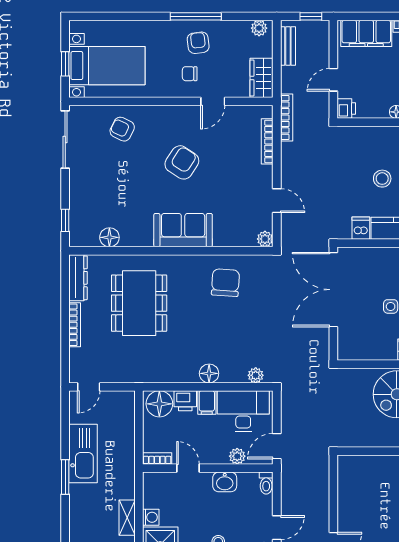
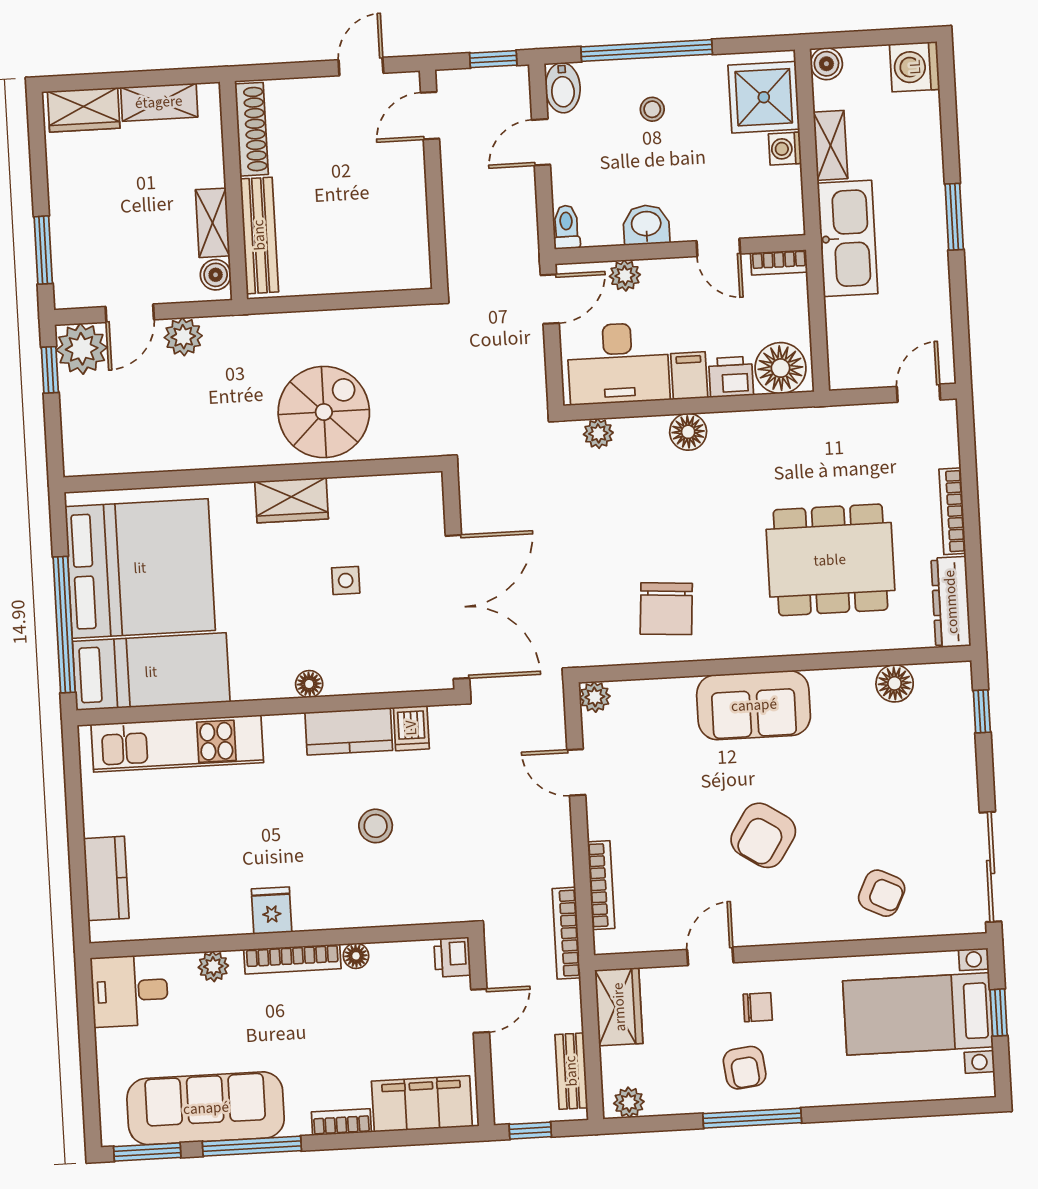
dining table: (139, 303) -> (830, 560), turned 90
kitchen sink: (83, 454) -> (848, 238), moved, turned 180

